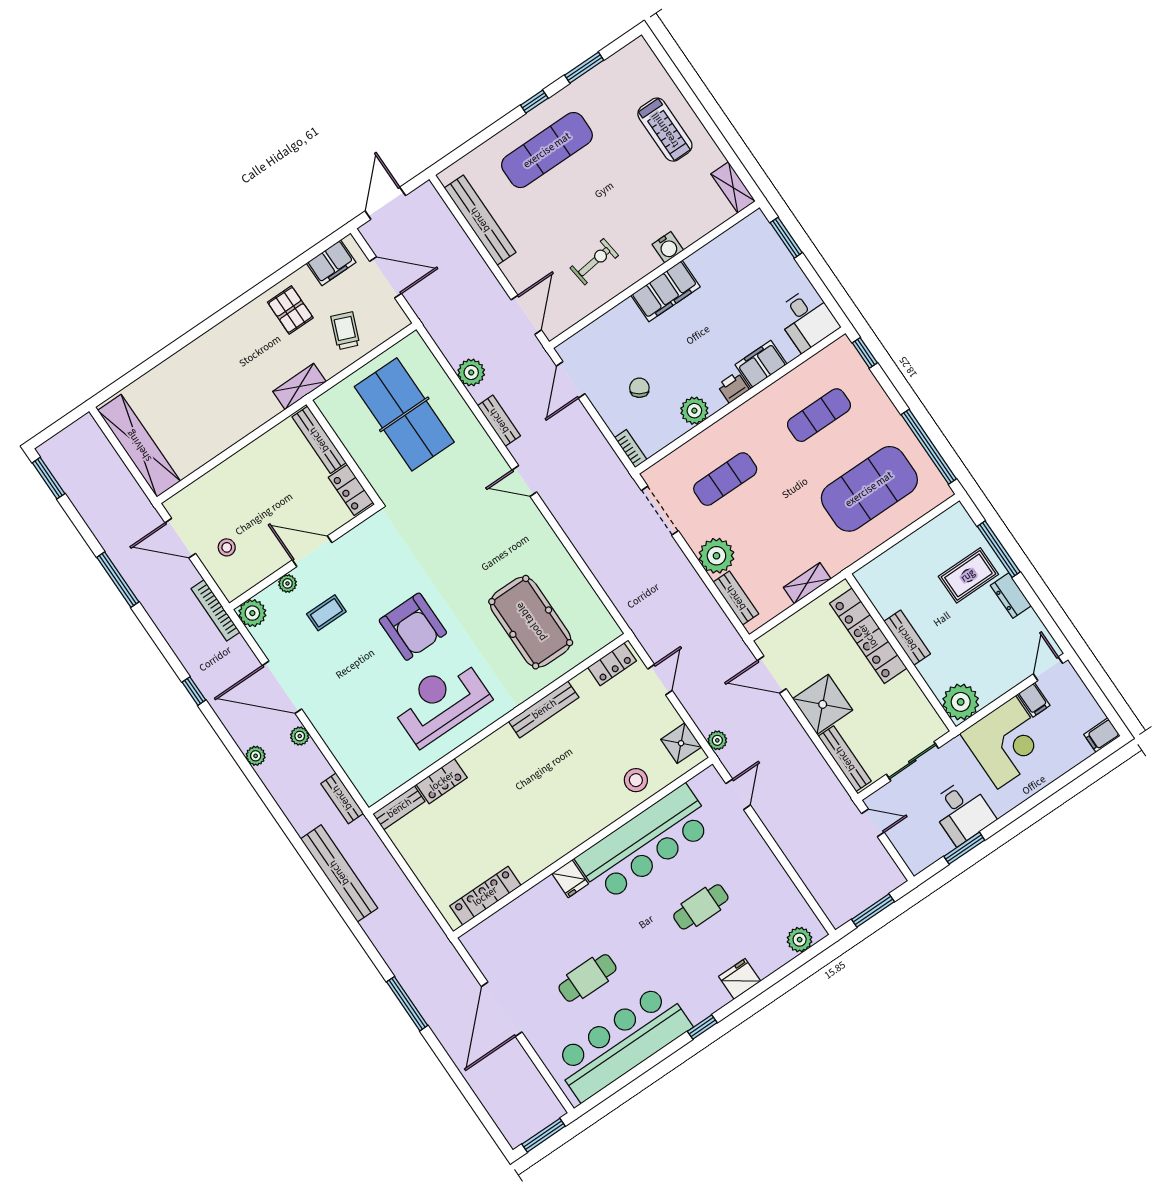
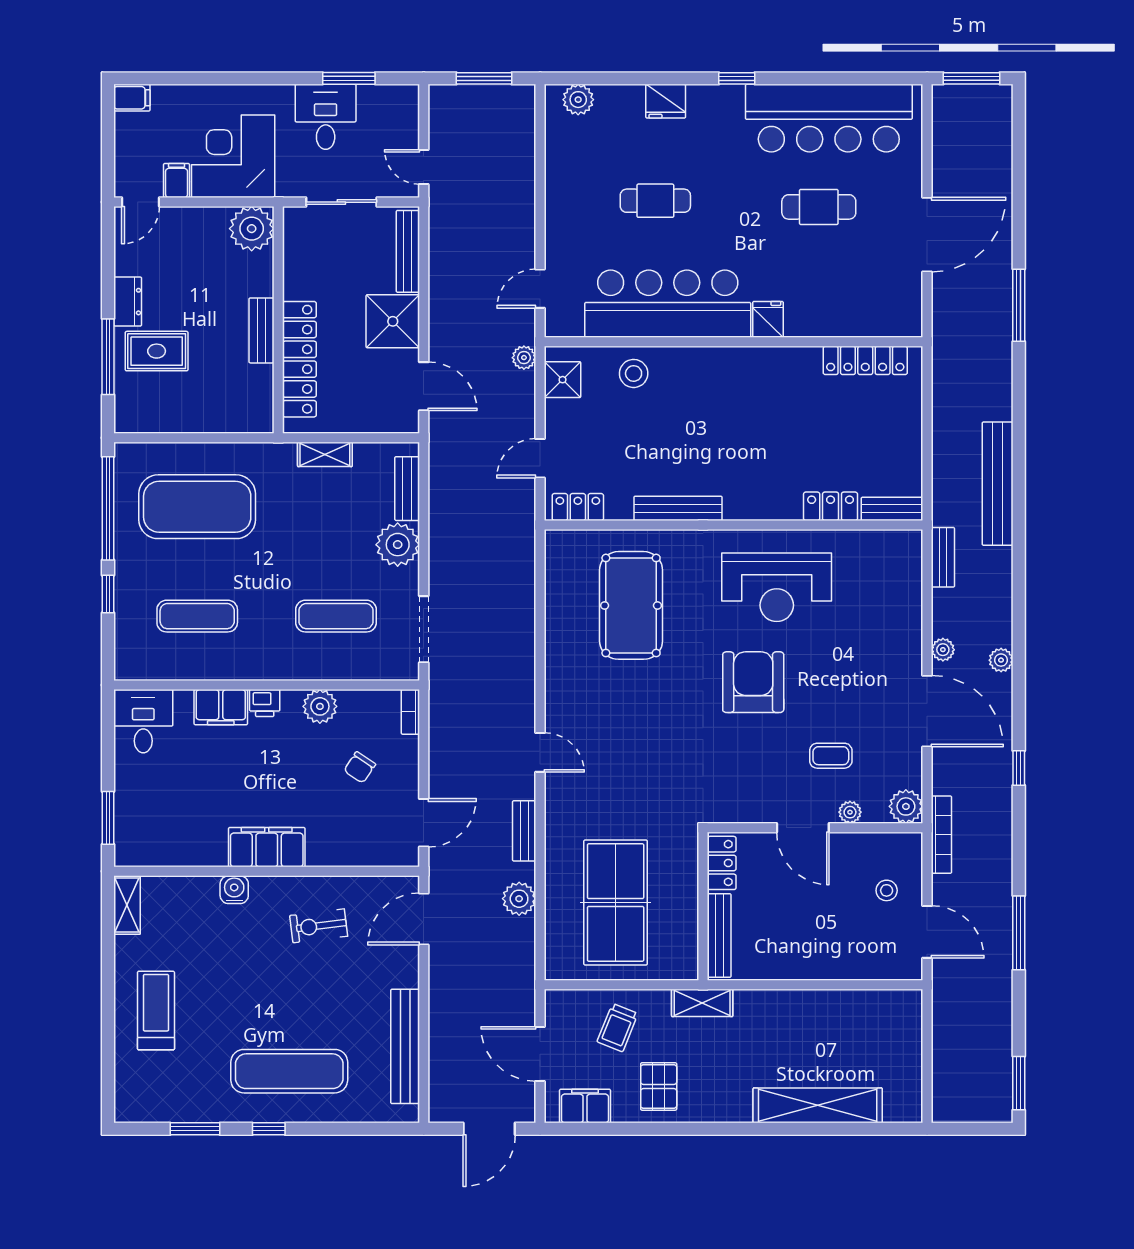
window: (865, 353) -> (108, 594), moved
shelving: (139, 446) -> (818, 1105), moved, turned 90

